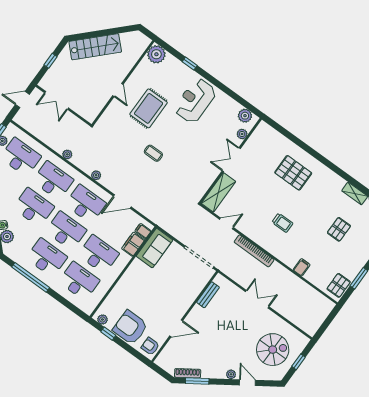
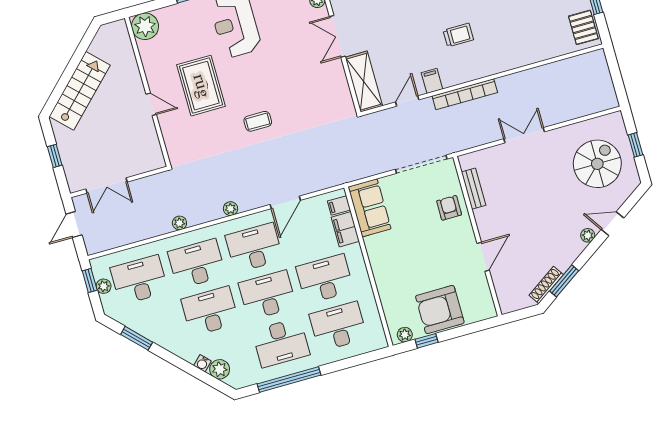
desk: (47, 258) -> (281, 343), turned 180
filing cabinet: (302, 267) -> (432, 81), moved
armchair: (150, 346) -> (449, 208), moved, turned 90

